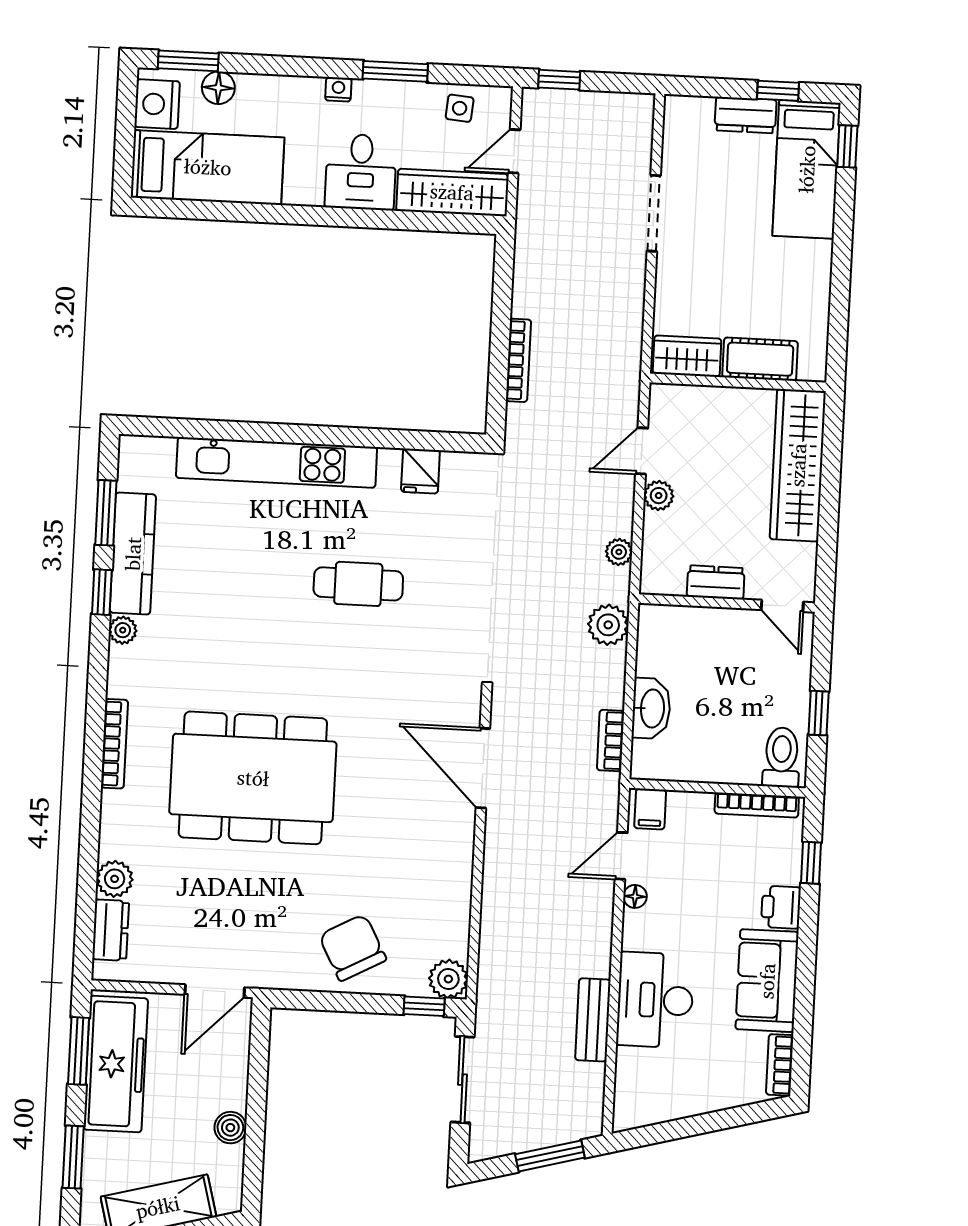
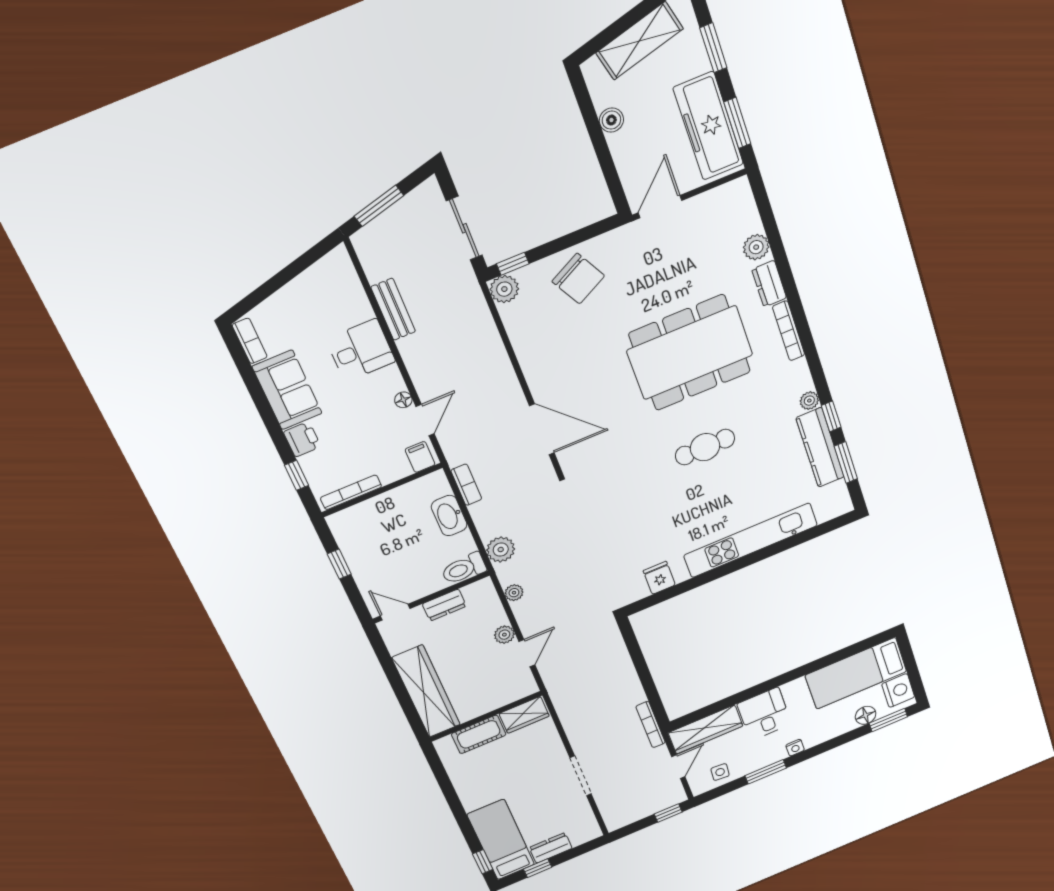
bookcase: (518, 360) -> (651, 725), moved
cafe table: (358, 584) -> (705, 447), moved
toilet: (781, 757) -> (464, 569), moved, turned 90
dresser: (111, 930) -> (769, 284), moved
desk: (655, 1000) -> (361, 350), width x0.73

